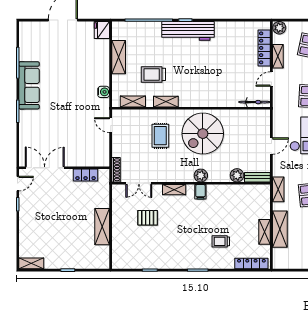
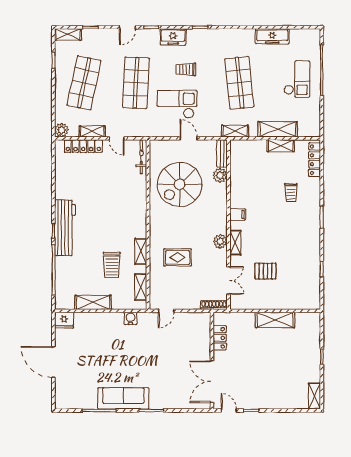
spiral stairs: (203, 134) -> (180, 184), moved, turned 90
plant: (201, 175) -> (220, 241), moved
pallet: (148, 218) -> (265, 271), turned 90

